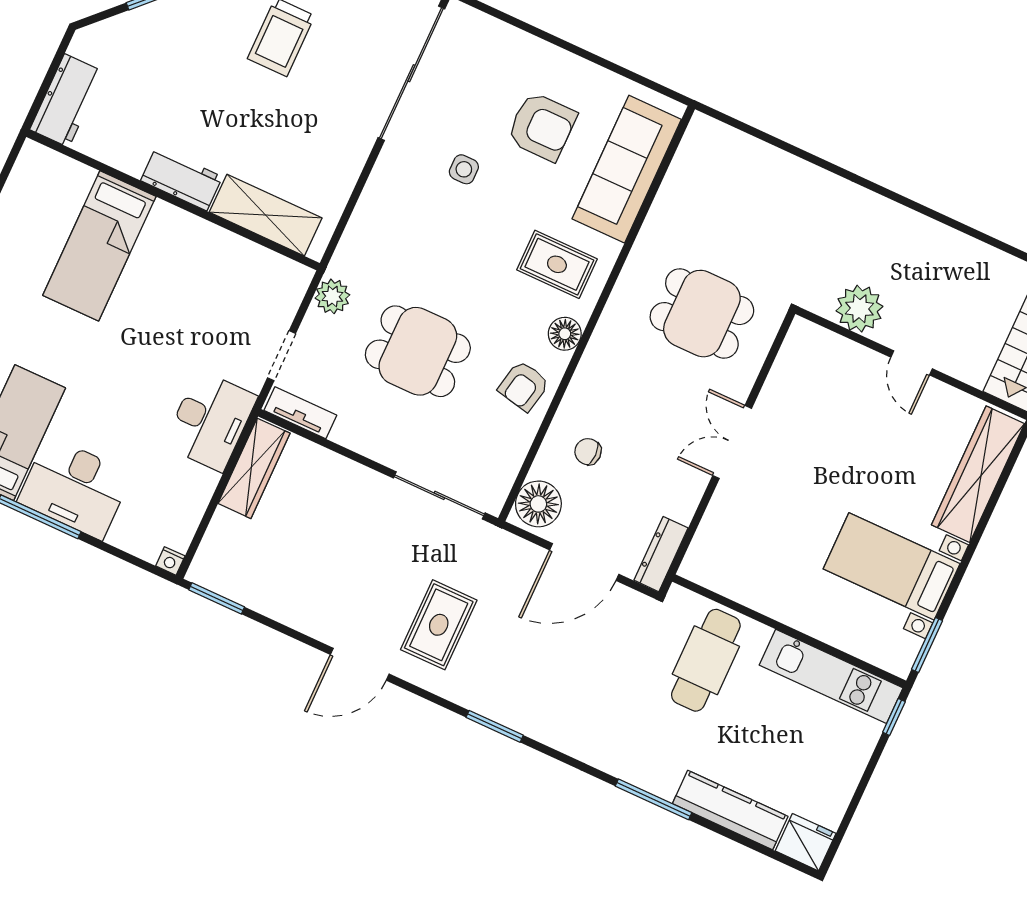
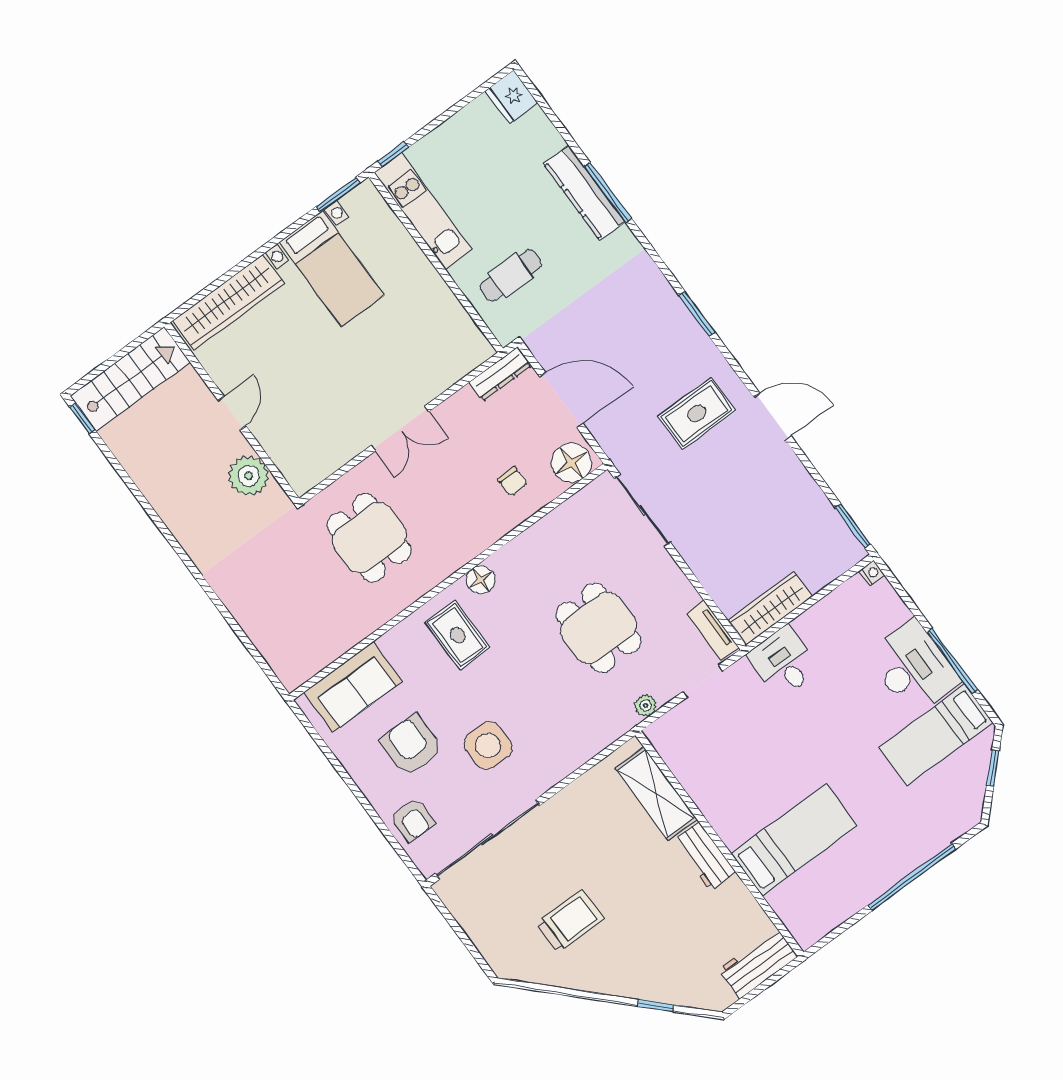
side table: (464, 169) -> (488, 745), width x1.87, depth x1.87
sofa: (627, 169) -> (353, 687), width x0.73
plant: (332, 296) -> (646, 706), width x0.73, depth x0.73
armchair: (524, 386) -> (413, 820), moved, turned 78
desk: (210, 421) -> (783, 662), width x0.73
cafe table: (706, 660) -> (511, 275), width x0.73, depth x0.74
kitchen counter: (730, 810) -> (584, 193), moved

